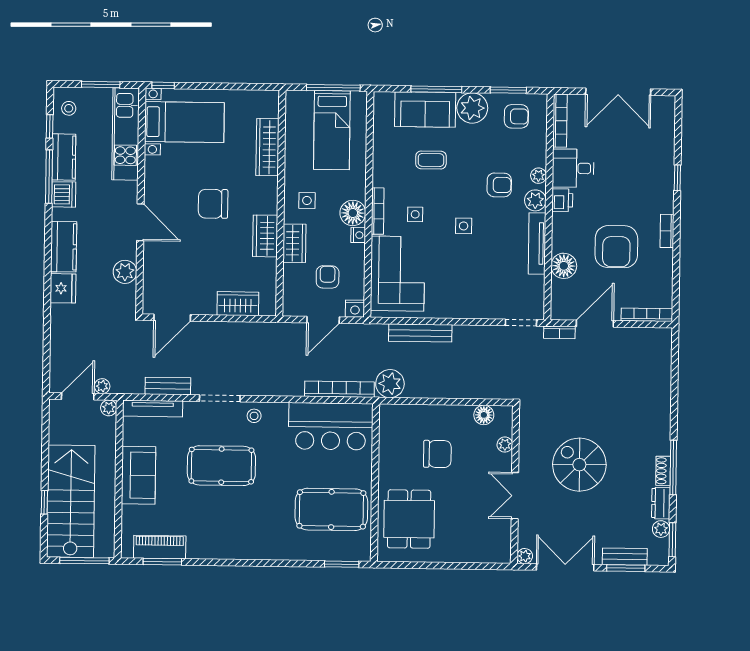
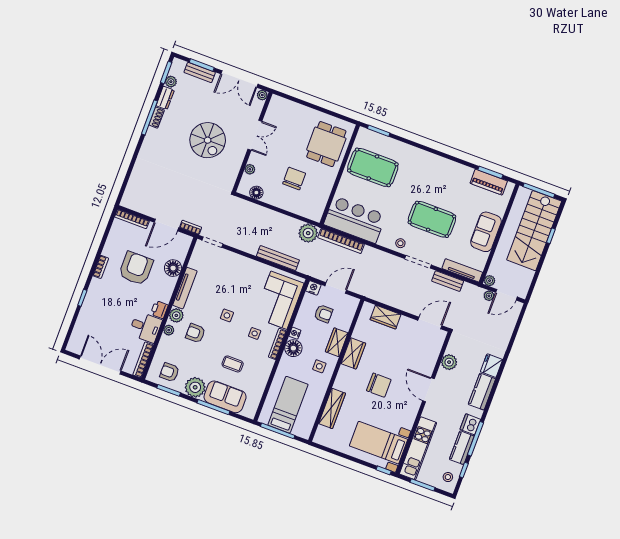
armchair: (328, 277) -> (323, 314), turned -90
chair: (437, 454) -> (294, 179), turned 90

